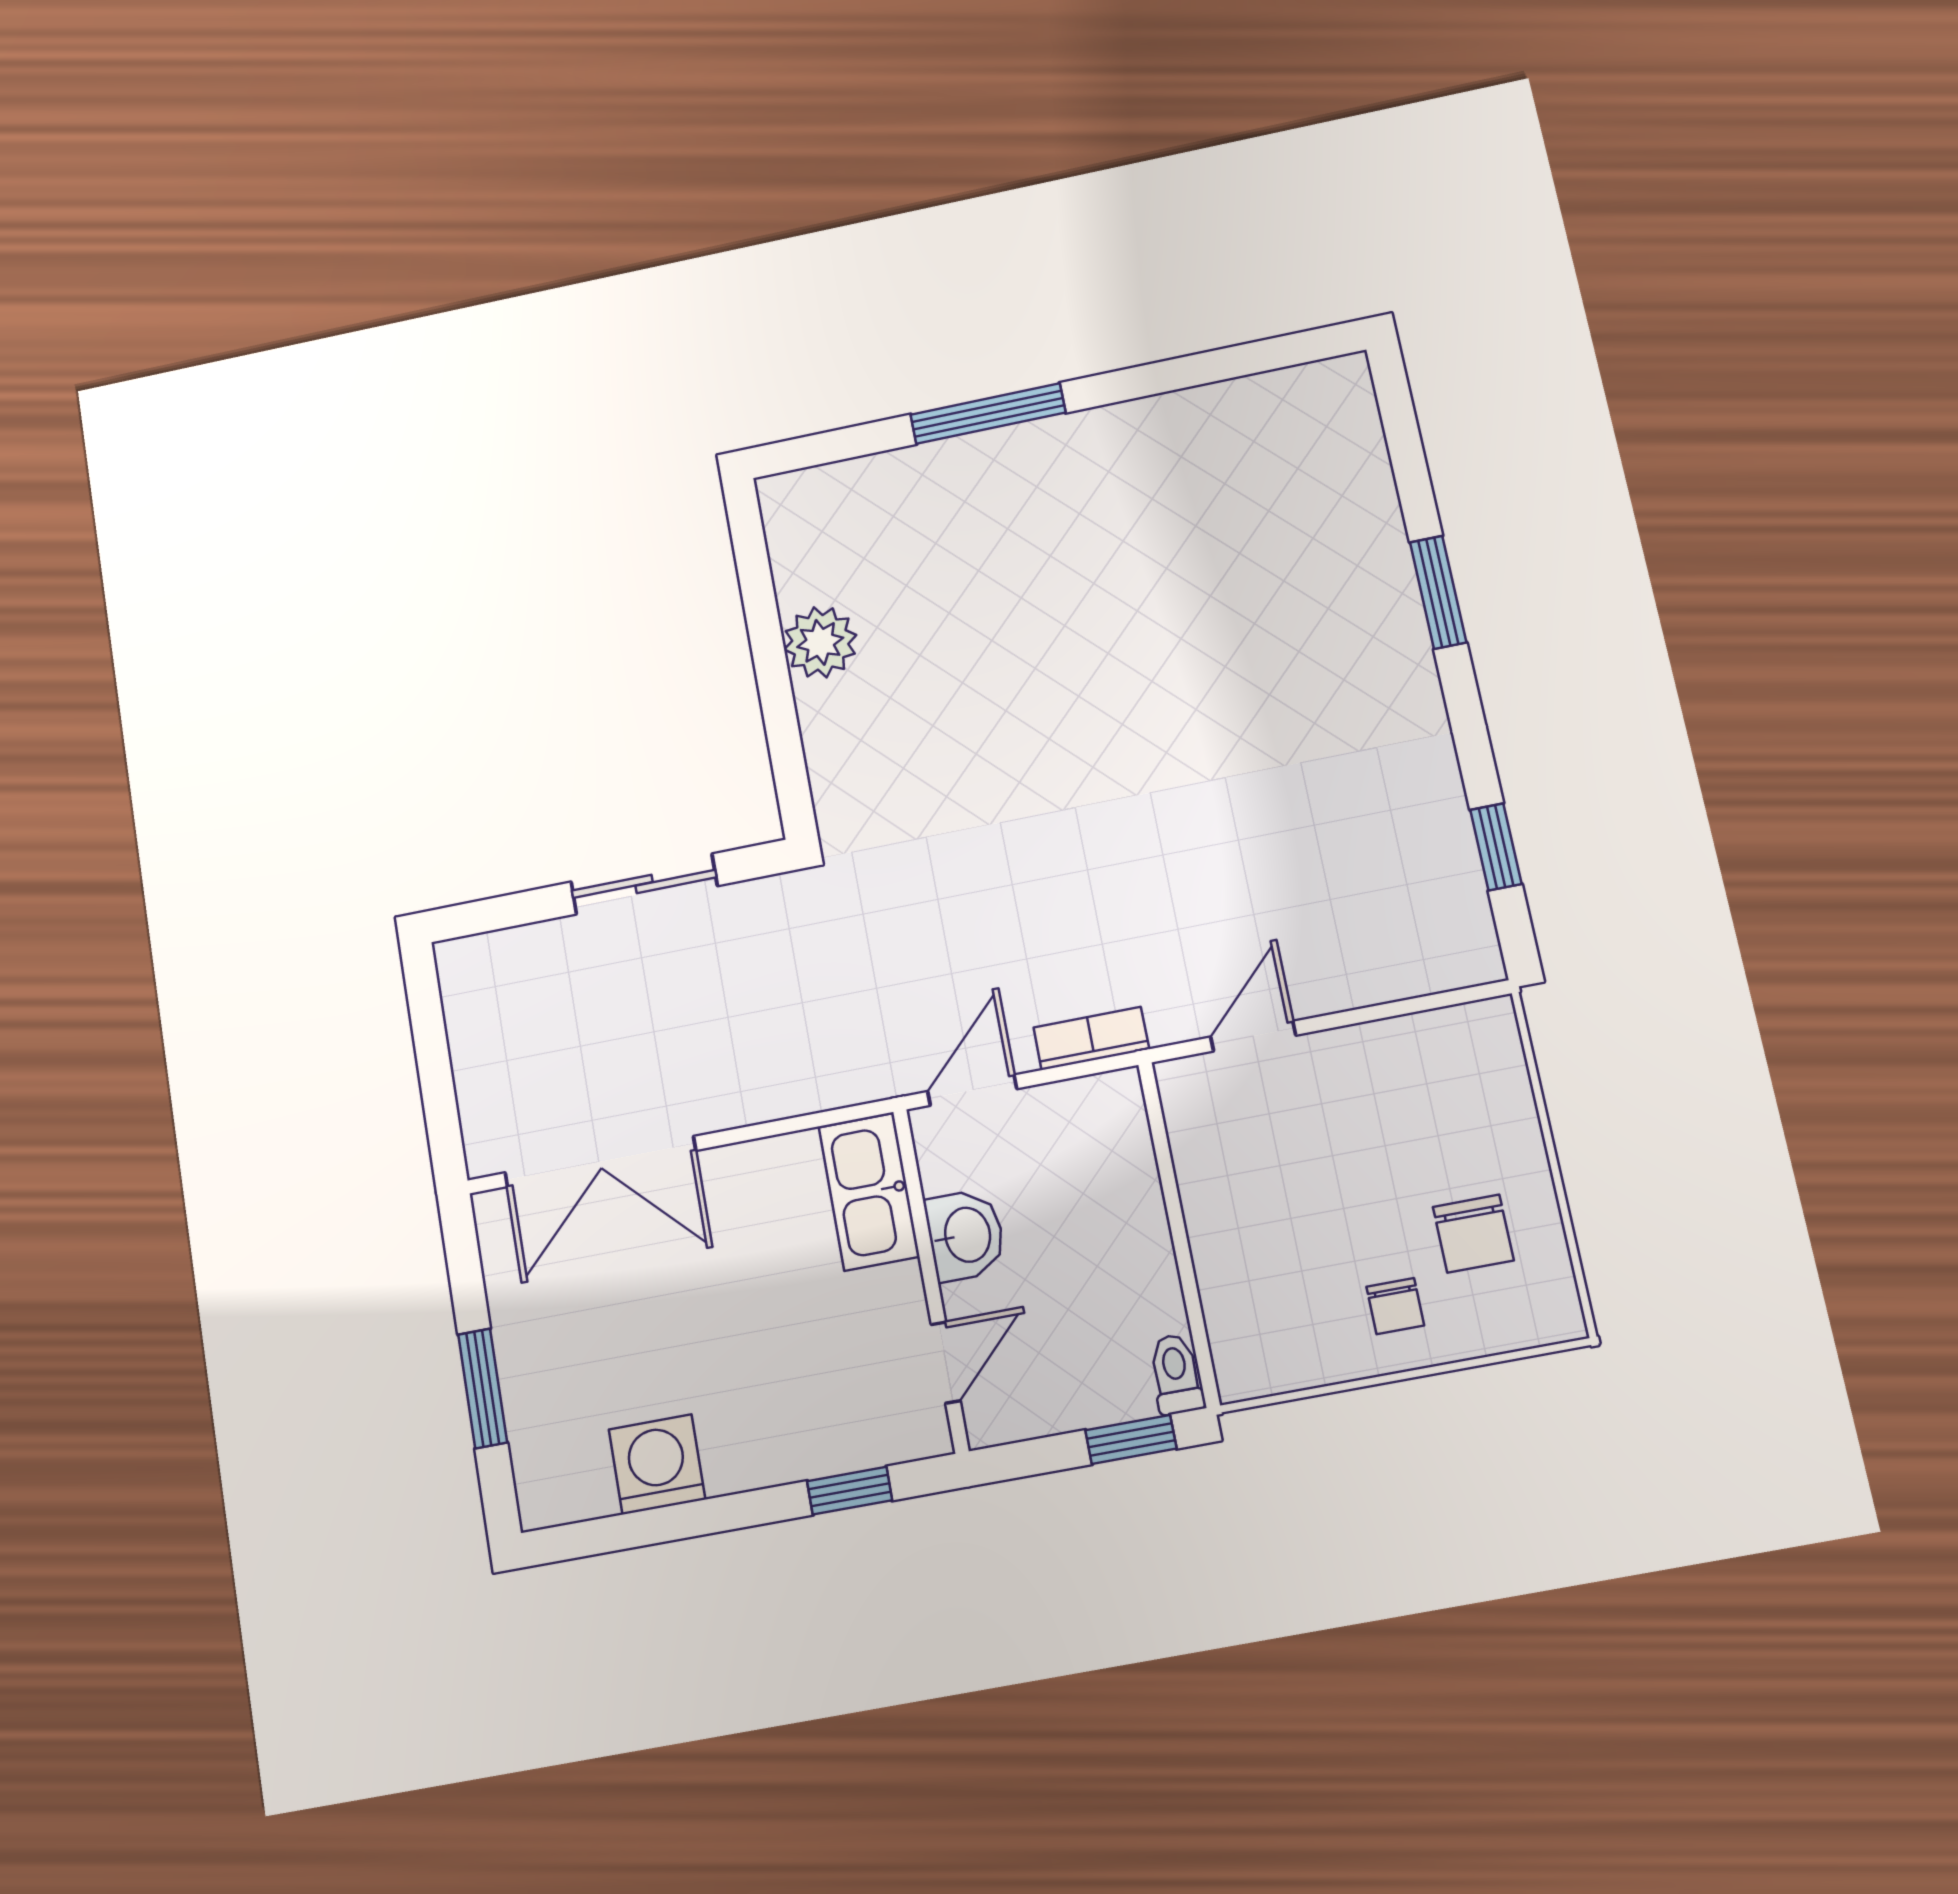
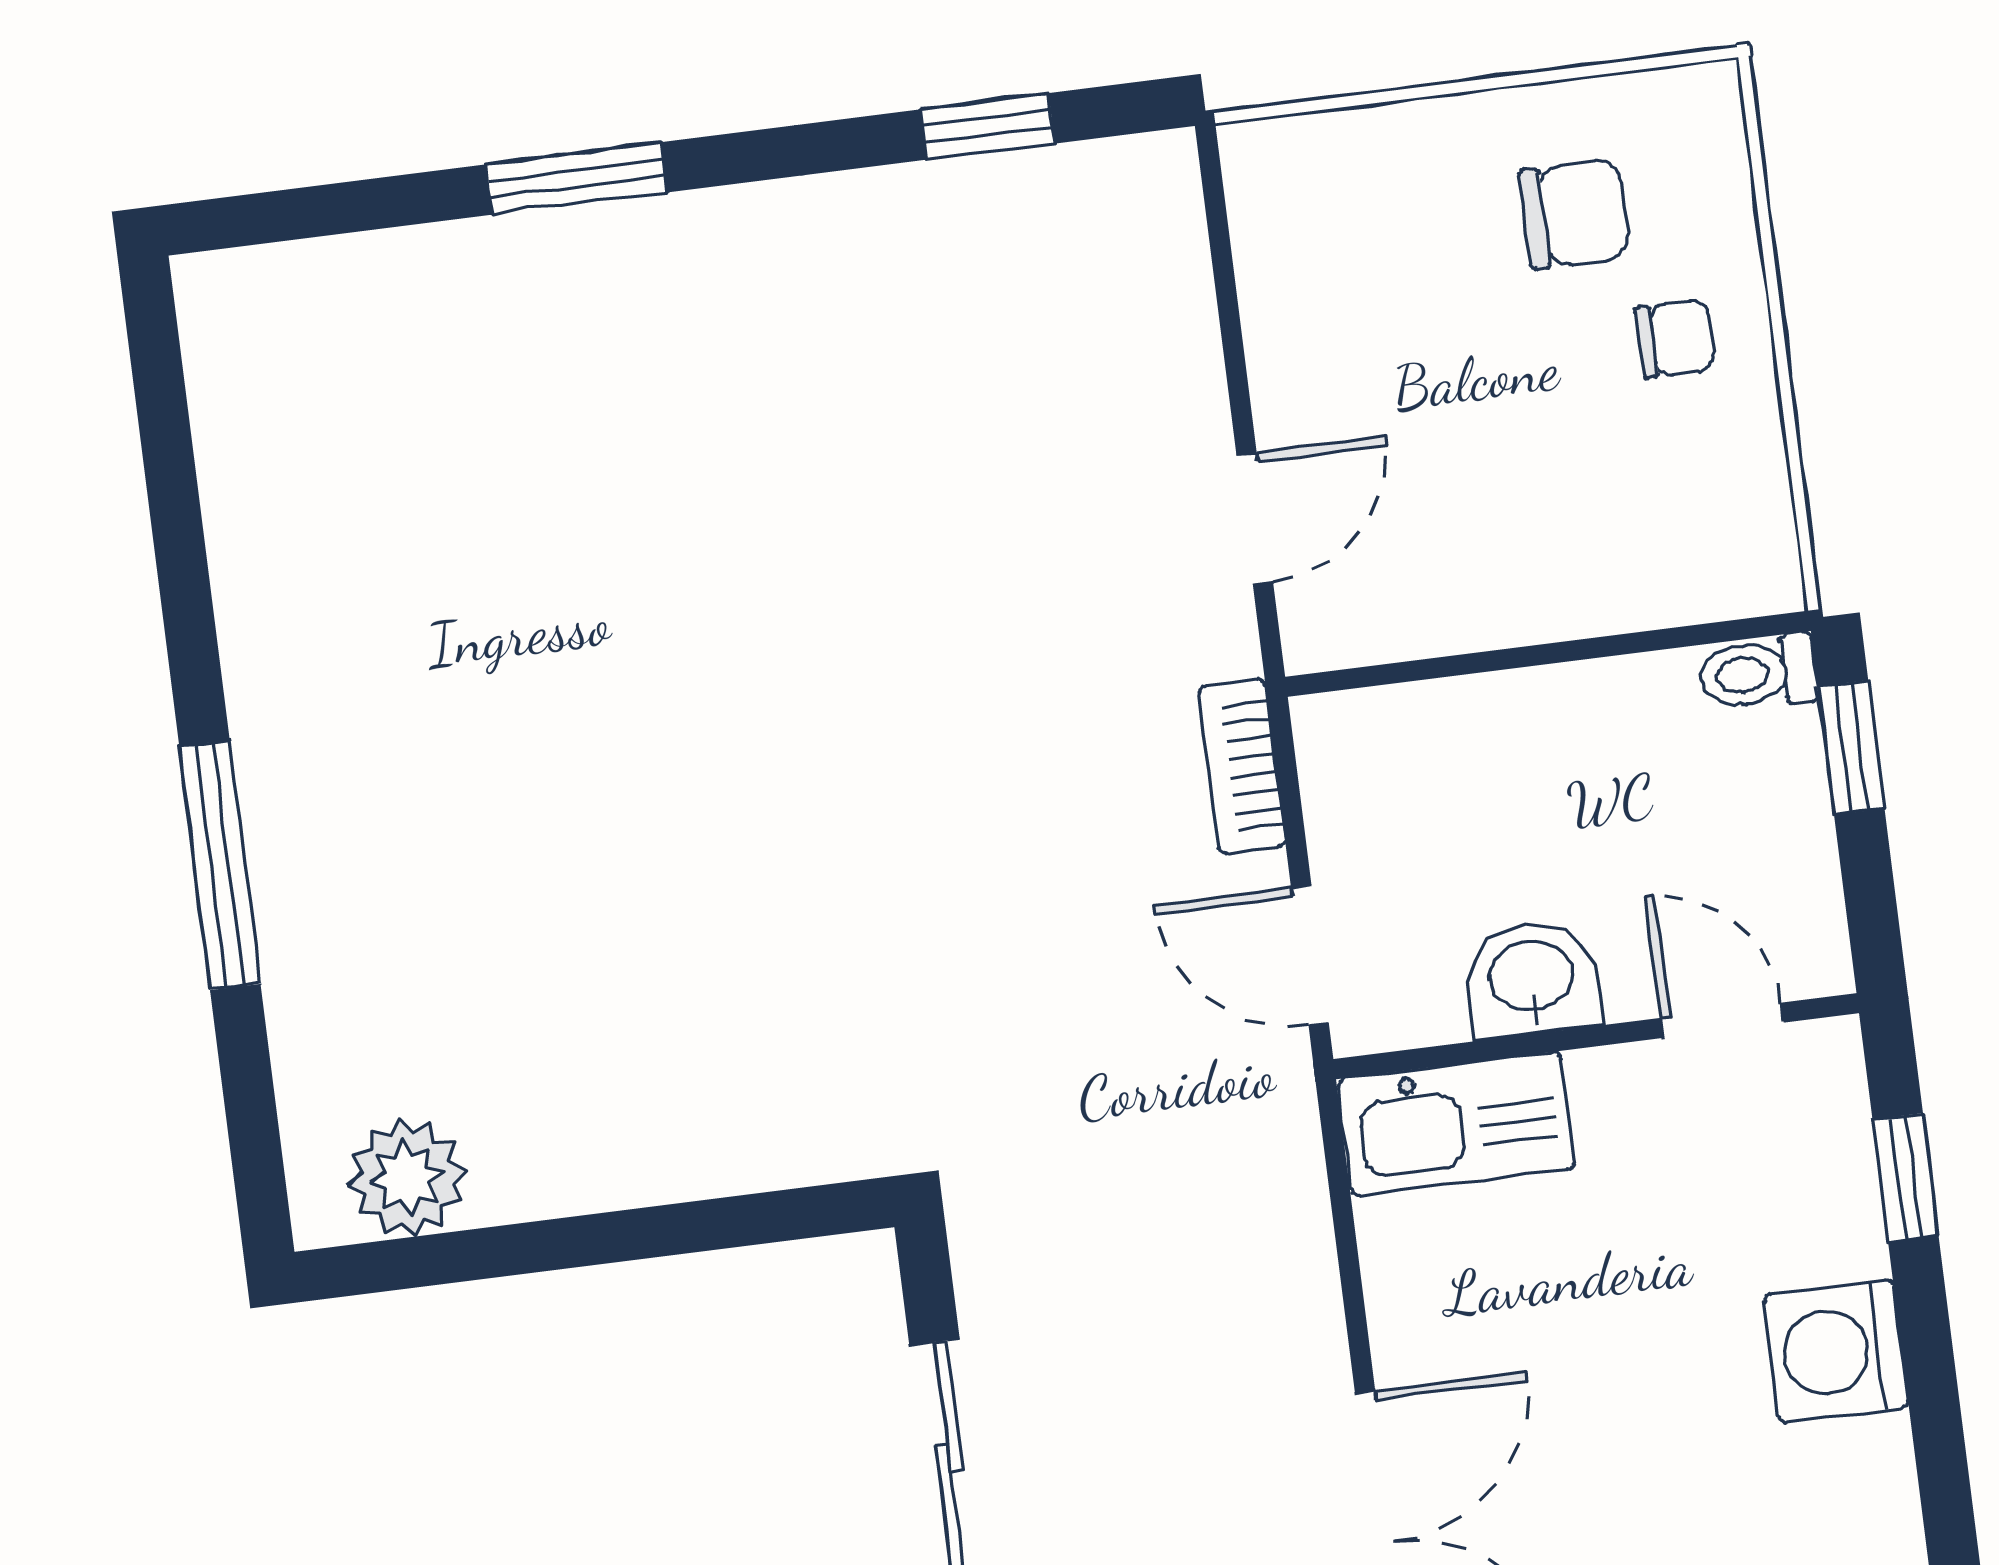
plant: (820, 642) -> (407, 1178), moved
door: (1253, 1036) -> (1255, 519), swing flipped
washing machine: (657, 1464) -> (1836, 1351), moved

